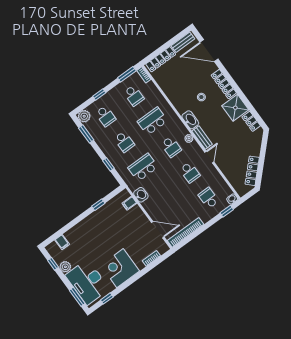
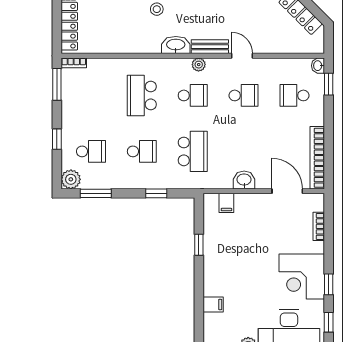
school desk: (134, 96) -> (91, 95), removed
school desk: (143, 167) -> (193, 151), turned 180
washbasin: (141, 195) -> (244, 180), moved
door: (158, 230) -> (287, 191), hinge flipped
filing cabinet: (62, 242) -> (213, 305), moved
window: (126, 285) -> (329, 284), added

